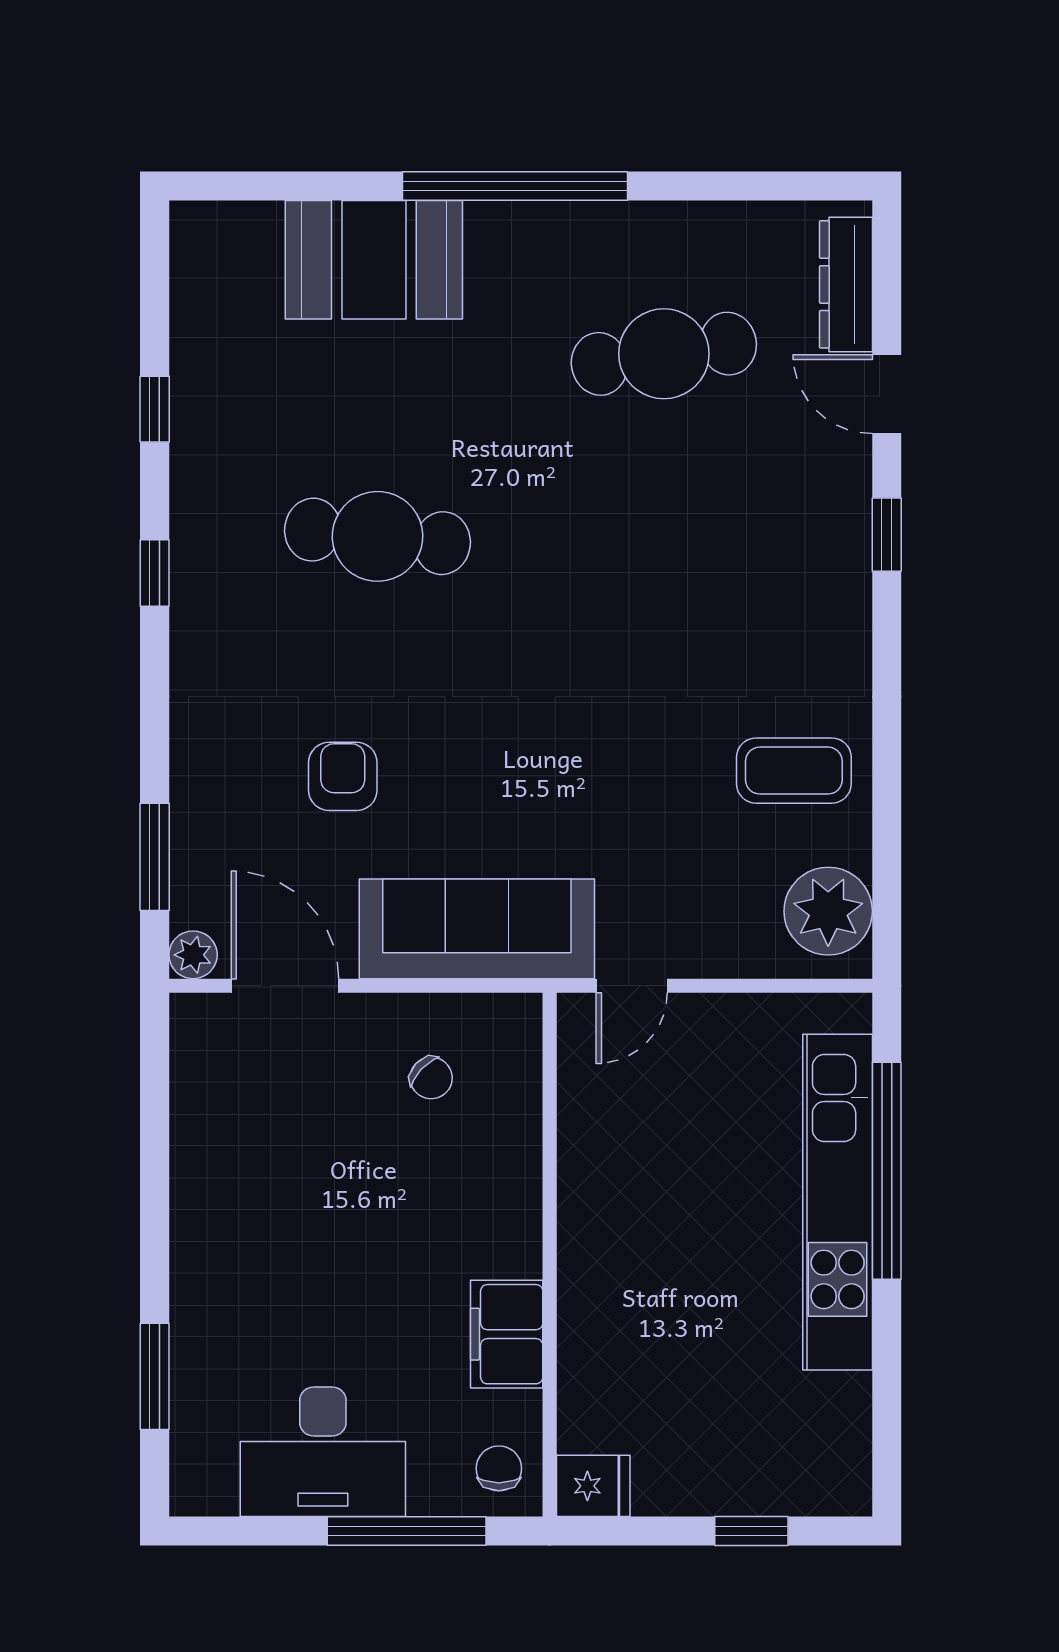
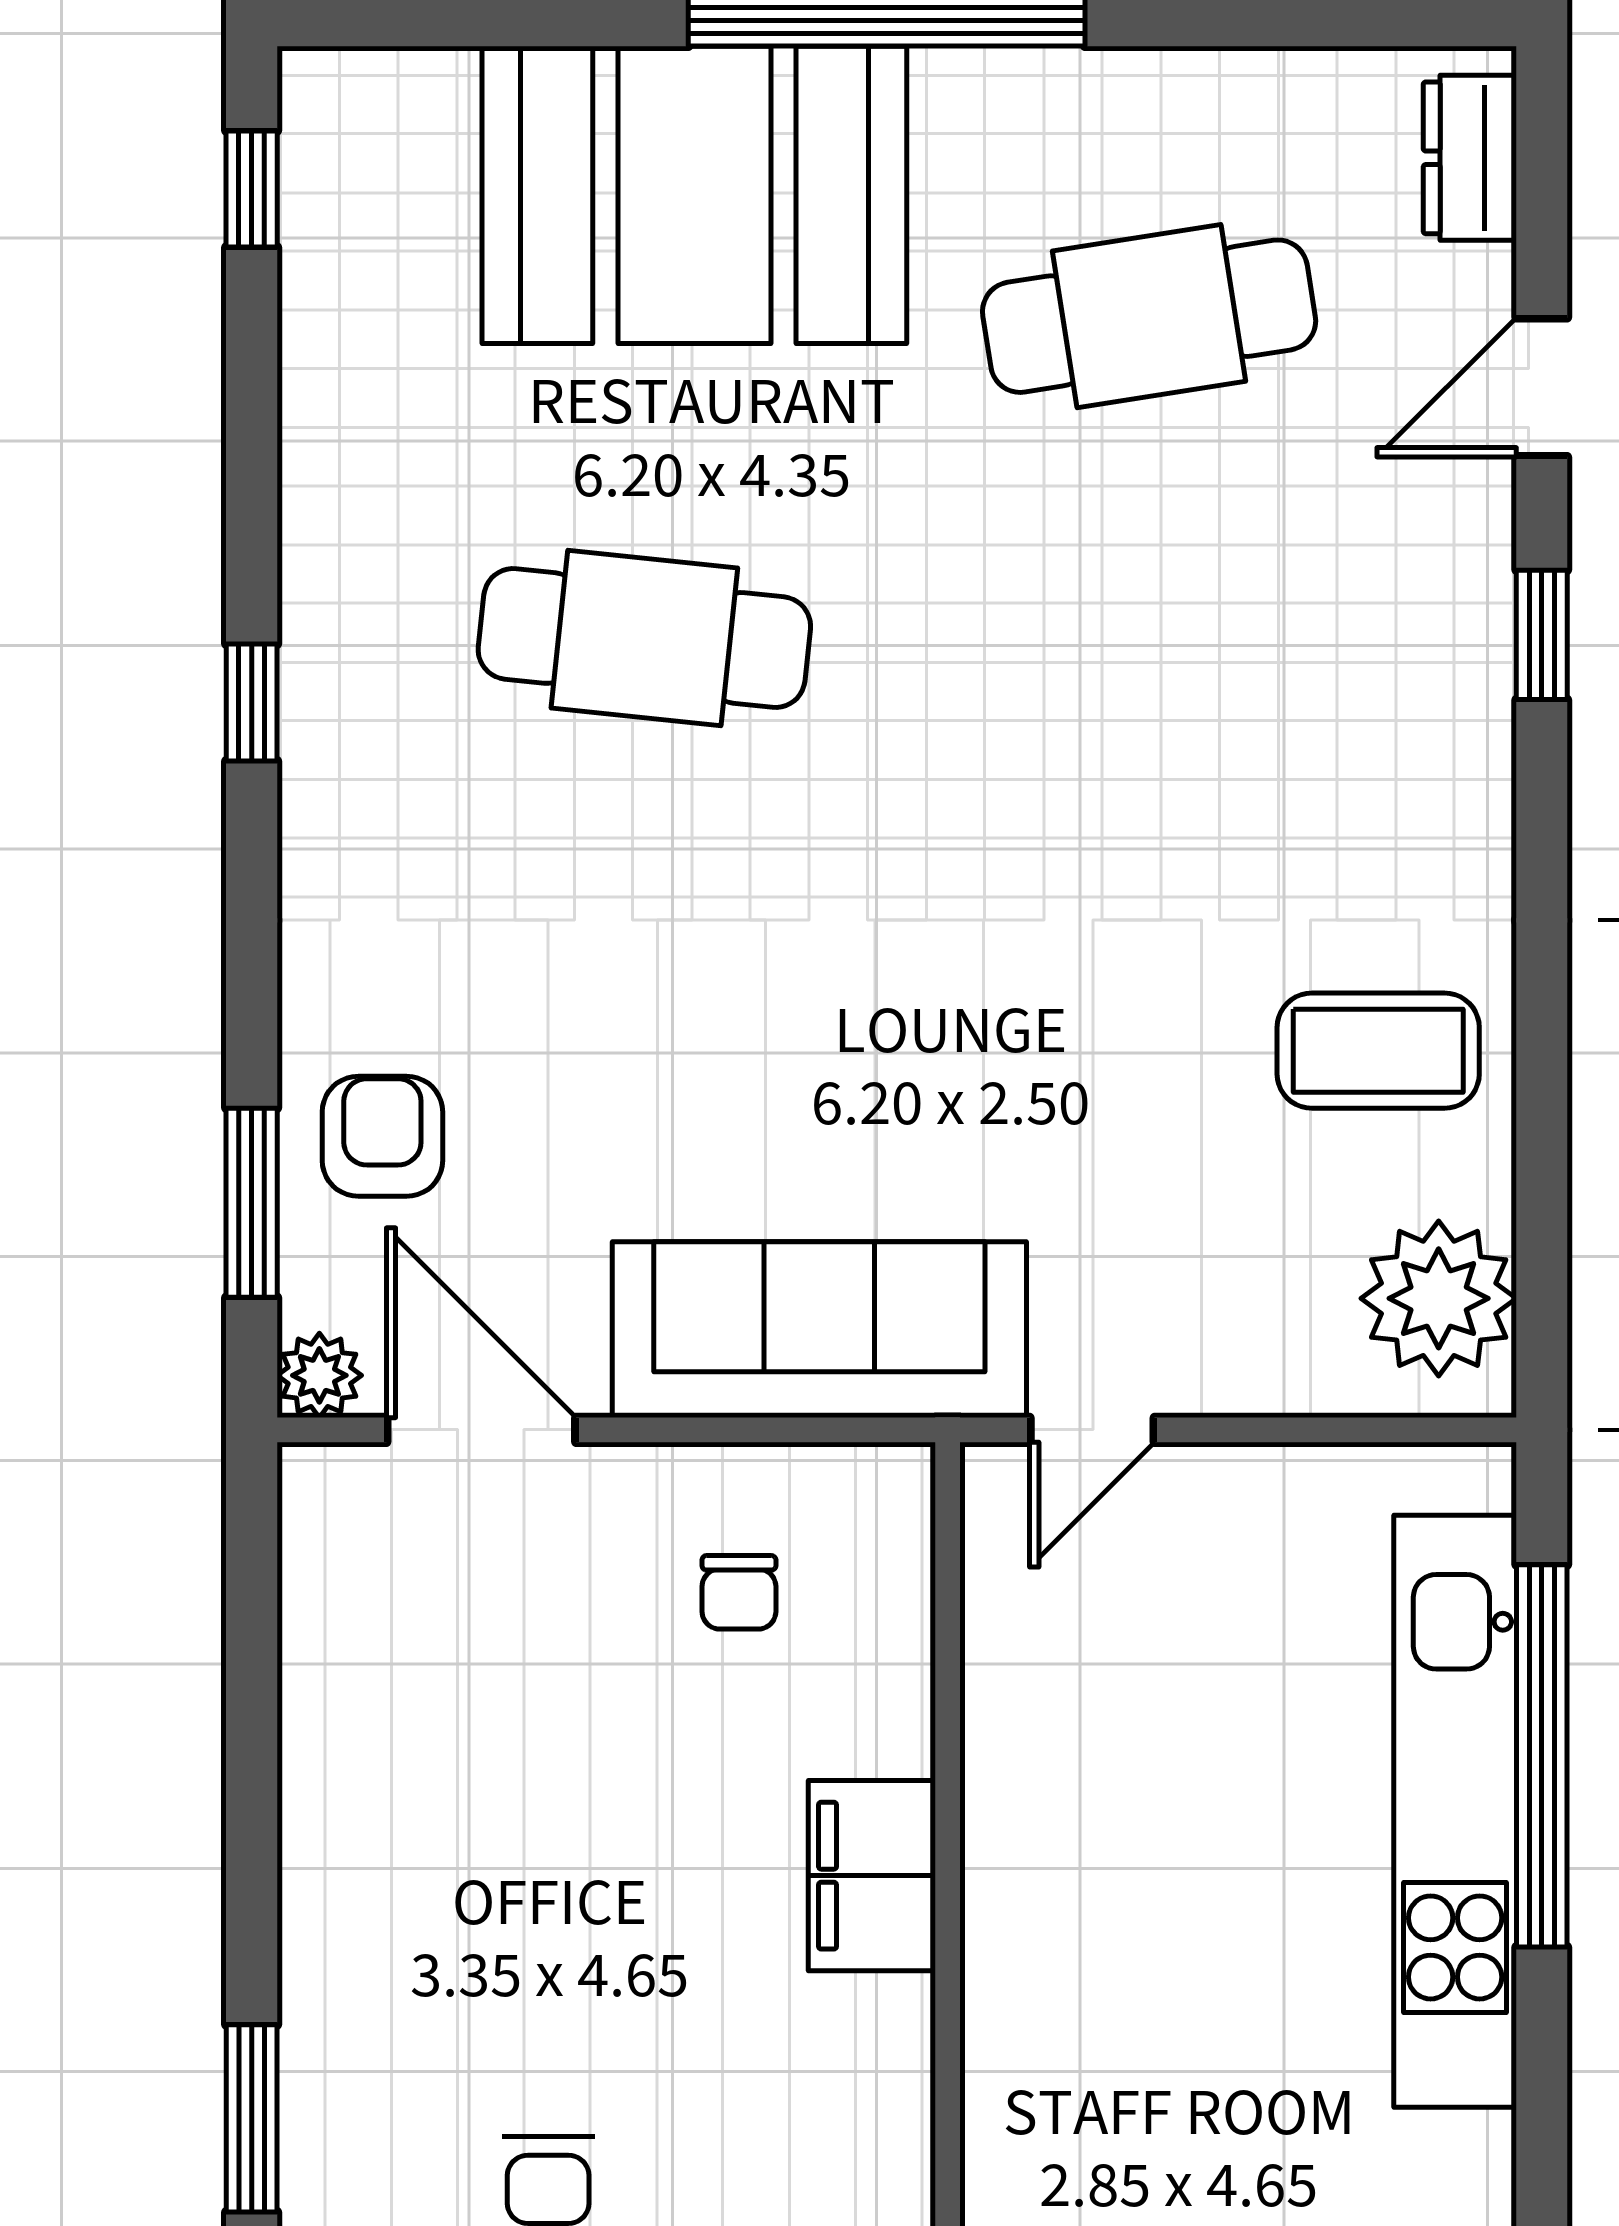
booth: (374, 260) -> (694, 195), width x1.36, depth x1.42
dresser: (846, 284) -> (1470, 158), width x0.70
door: (887, 394) -> (1542, 387), hinge flipped
window: (155, 409) -> (252, 189), moved
armchair: (343, 776) -> (382, 1136), moved
chair: (431, 1078) -> (739, 1592), turned 47
filing cabinet: (507, 1334) -> (872, 1876), moved

